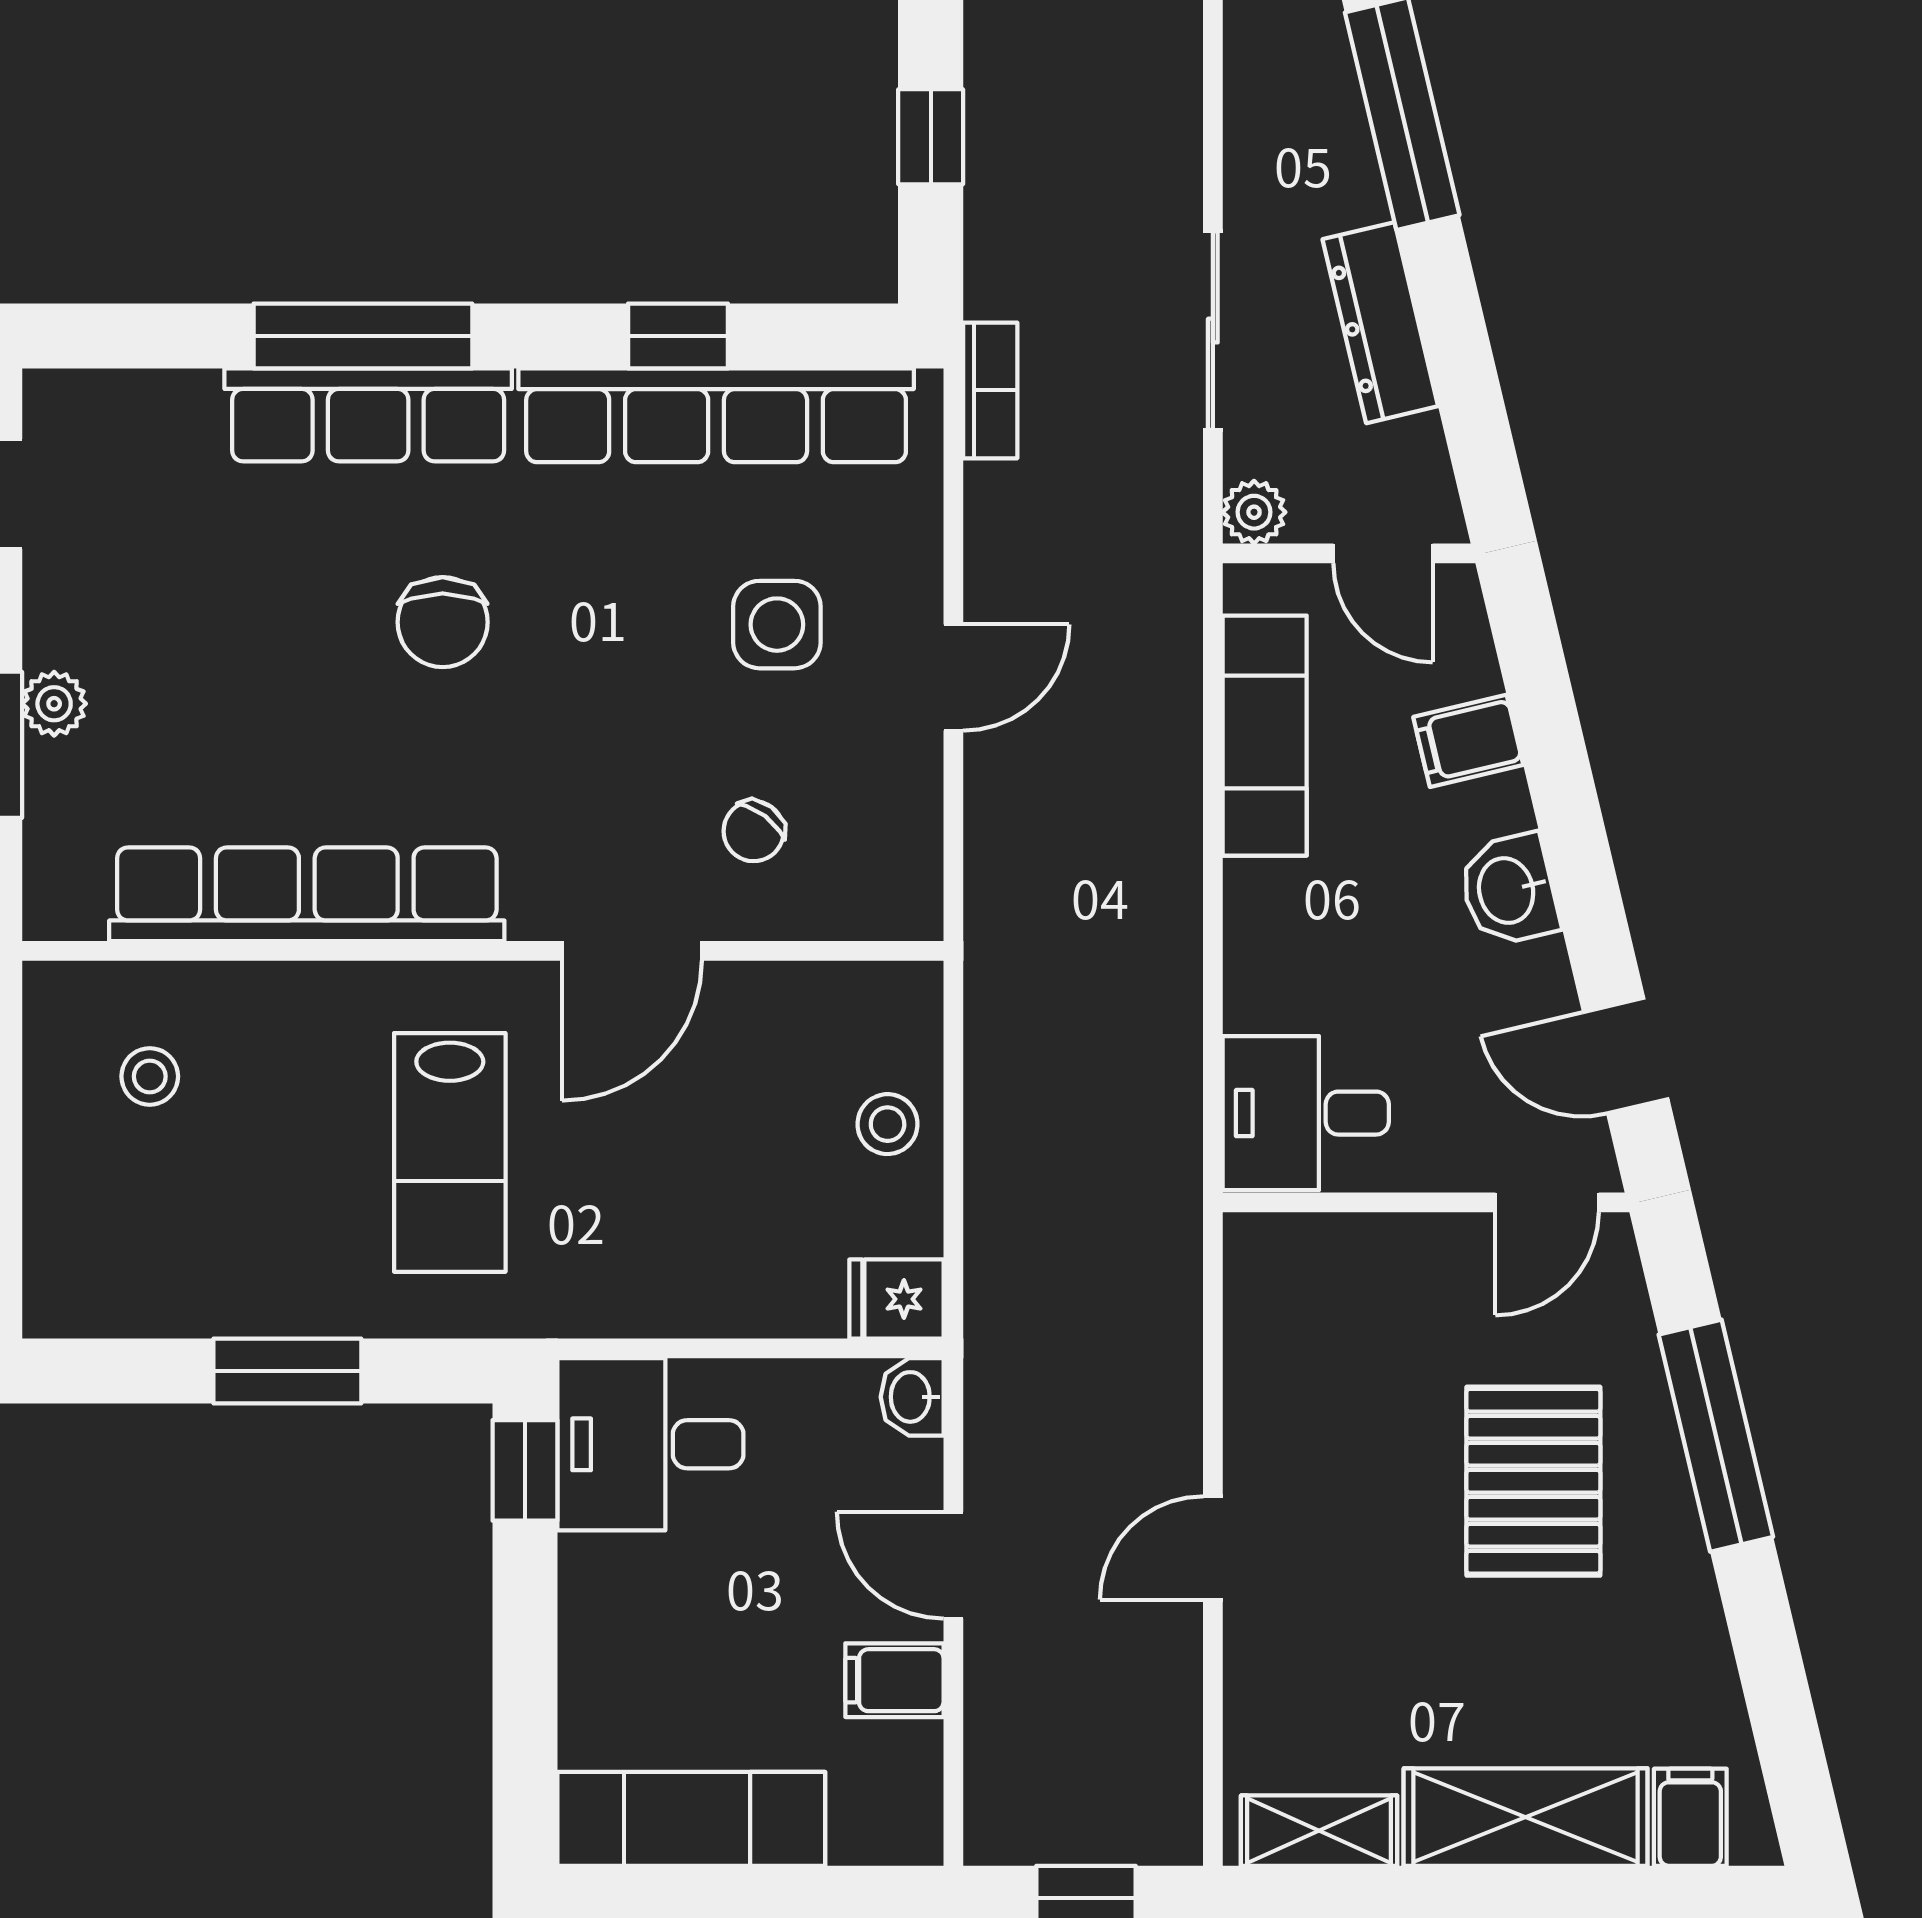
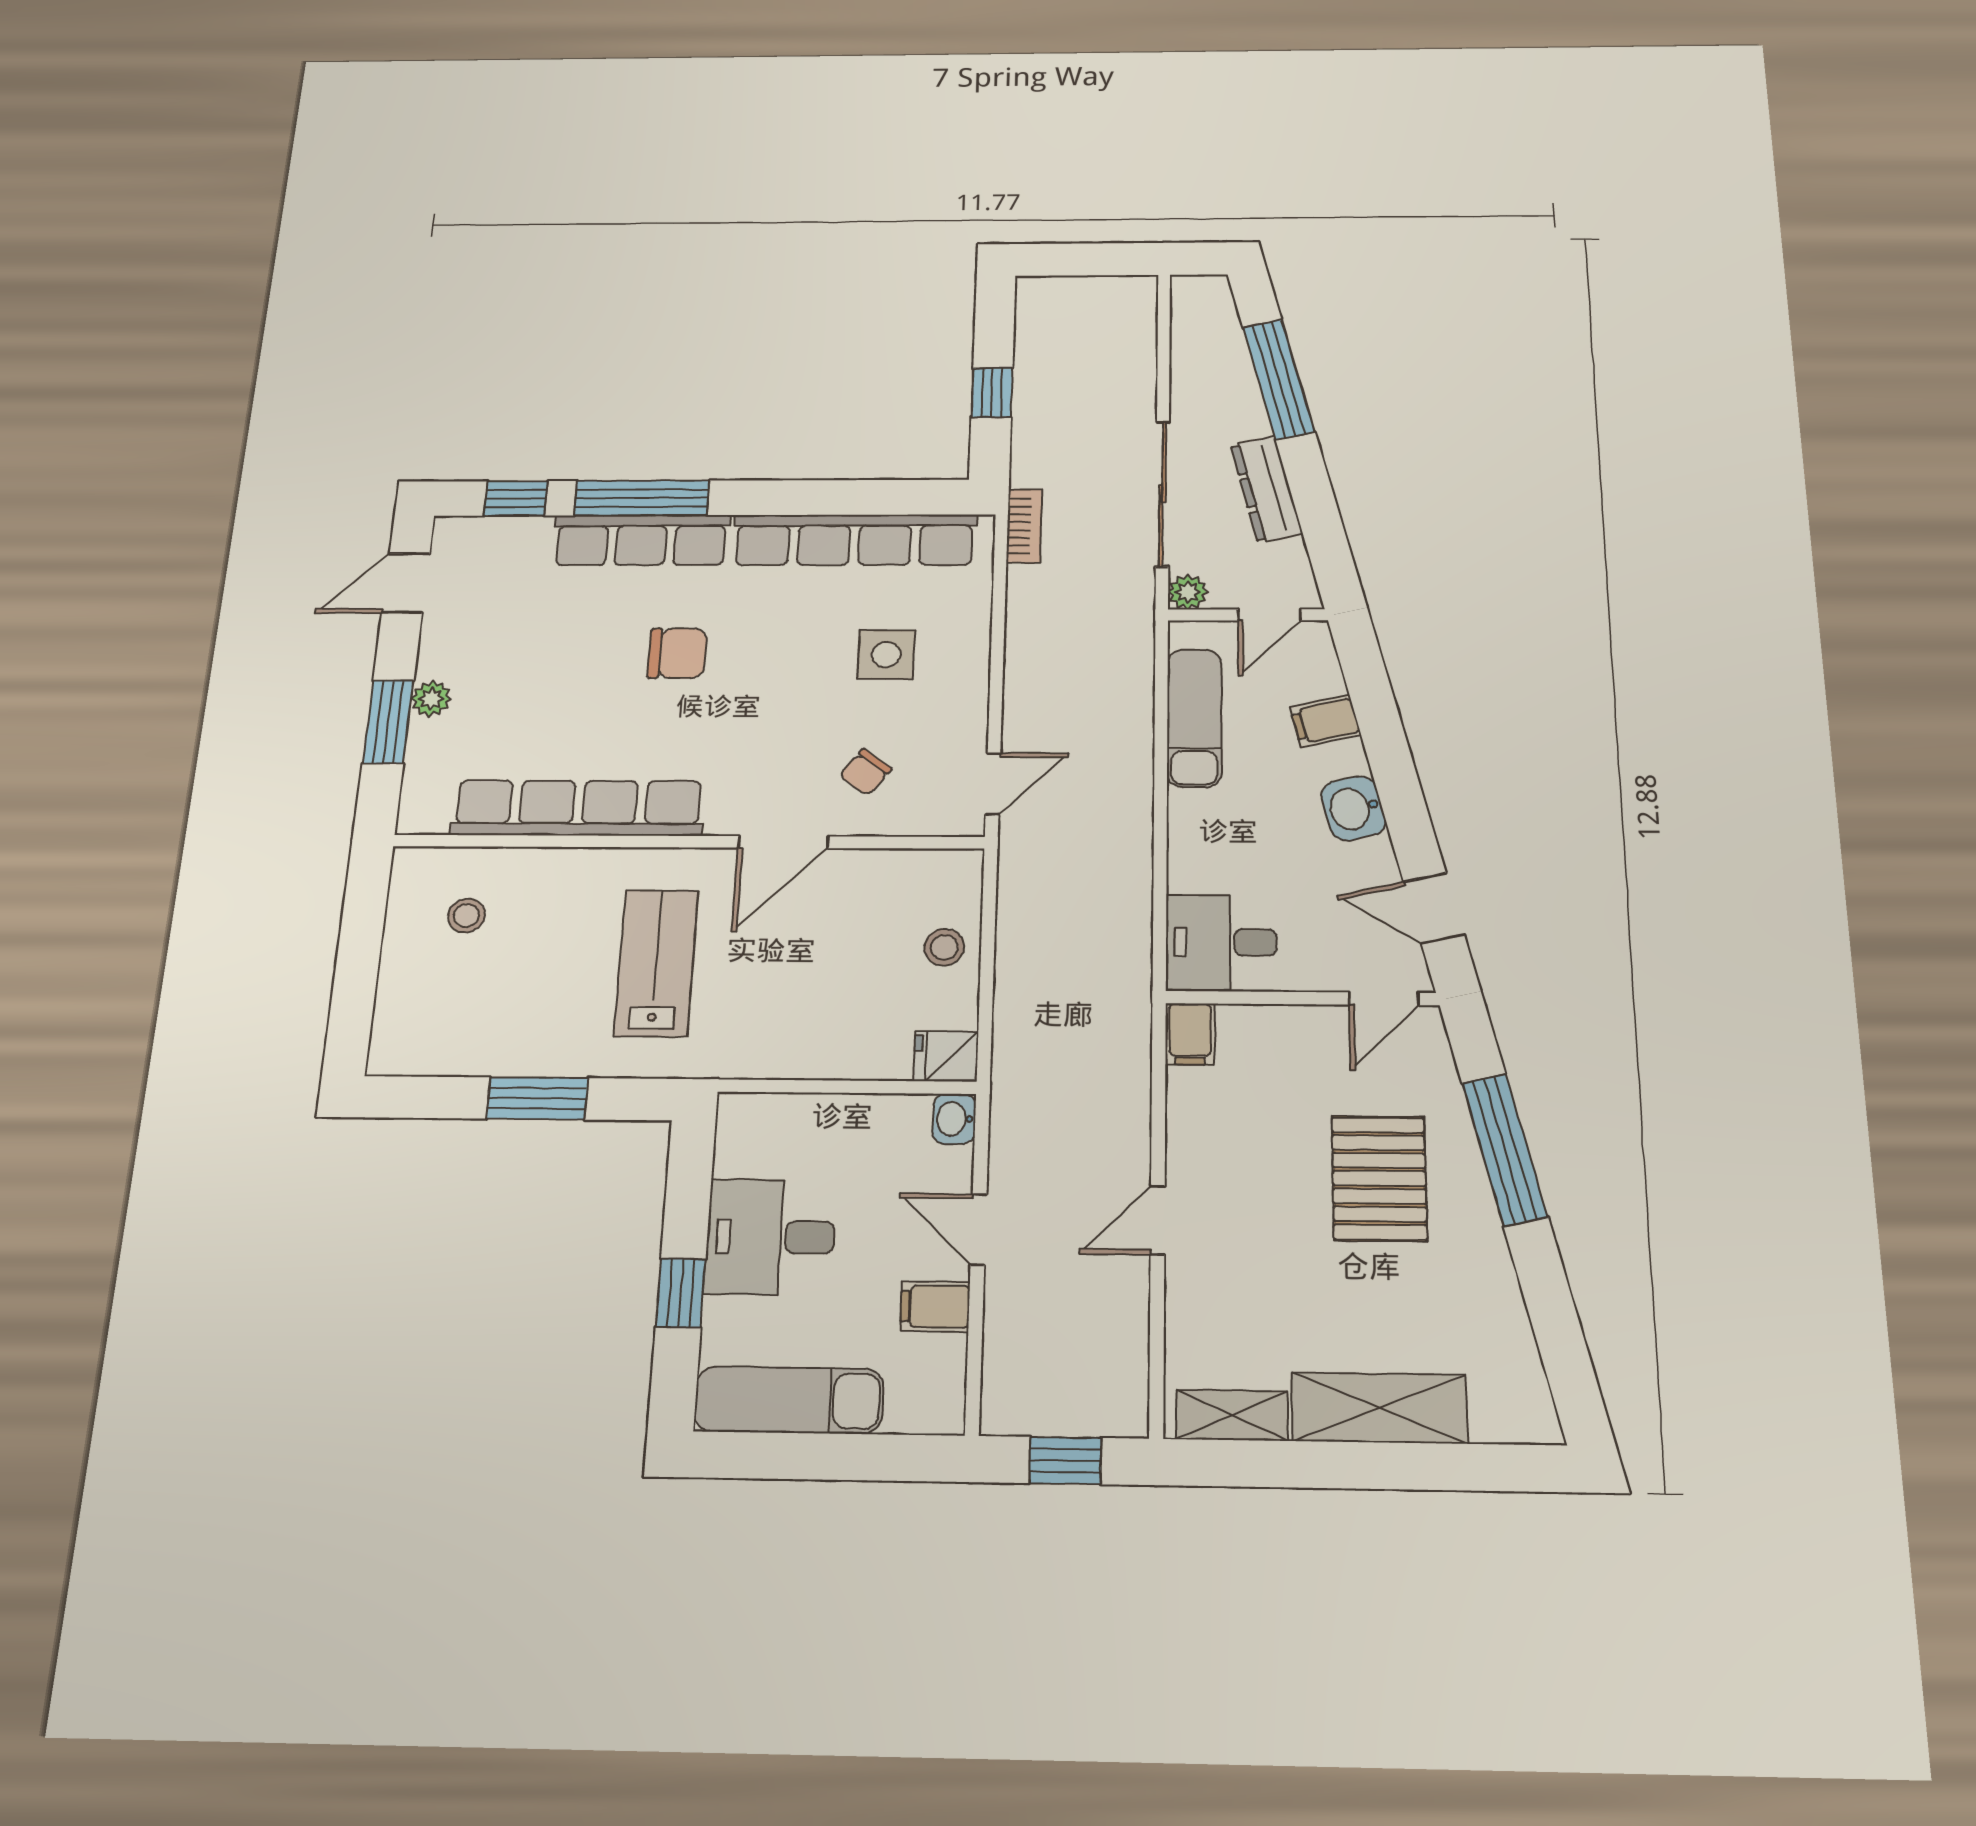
sliding door: (1213, 331) -> (1163, 494), width x1.37
window: (678, 336) -> (516, 498), moved
door: (1383, 553) -> (1269, 615), hinge flipped
chair: (443, 622) -> (677, 653), turned -90
door: (953, 677) -> (993, 784), moved
lab bench: (450, 1152) -> (656, 963), turned 180
desk: (650, 1444) -> (770, 1237), moved
window: (525, 1470) -> (681, 1293), moved
filing cabinet: (1690, 1817) -> (1190, 1034), moved, turned 180

